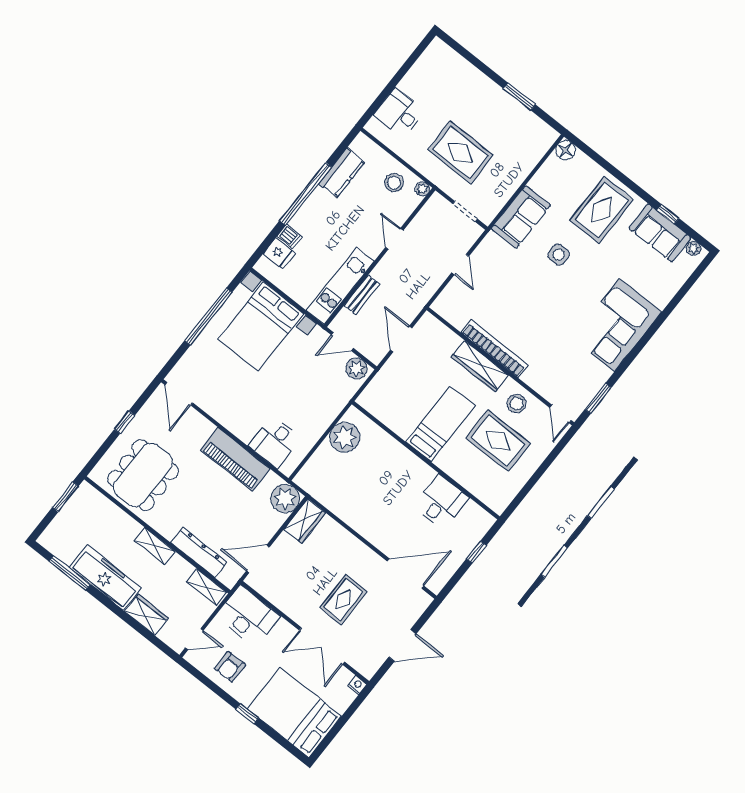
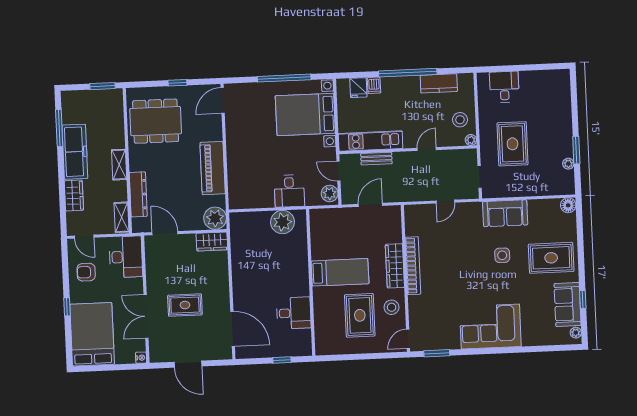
plant: (526, 115) -> (568, 164), added
desk: (275, 442) -> (289, 191), moved, turned -90

